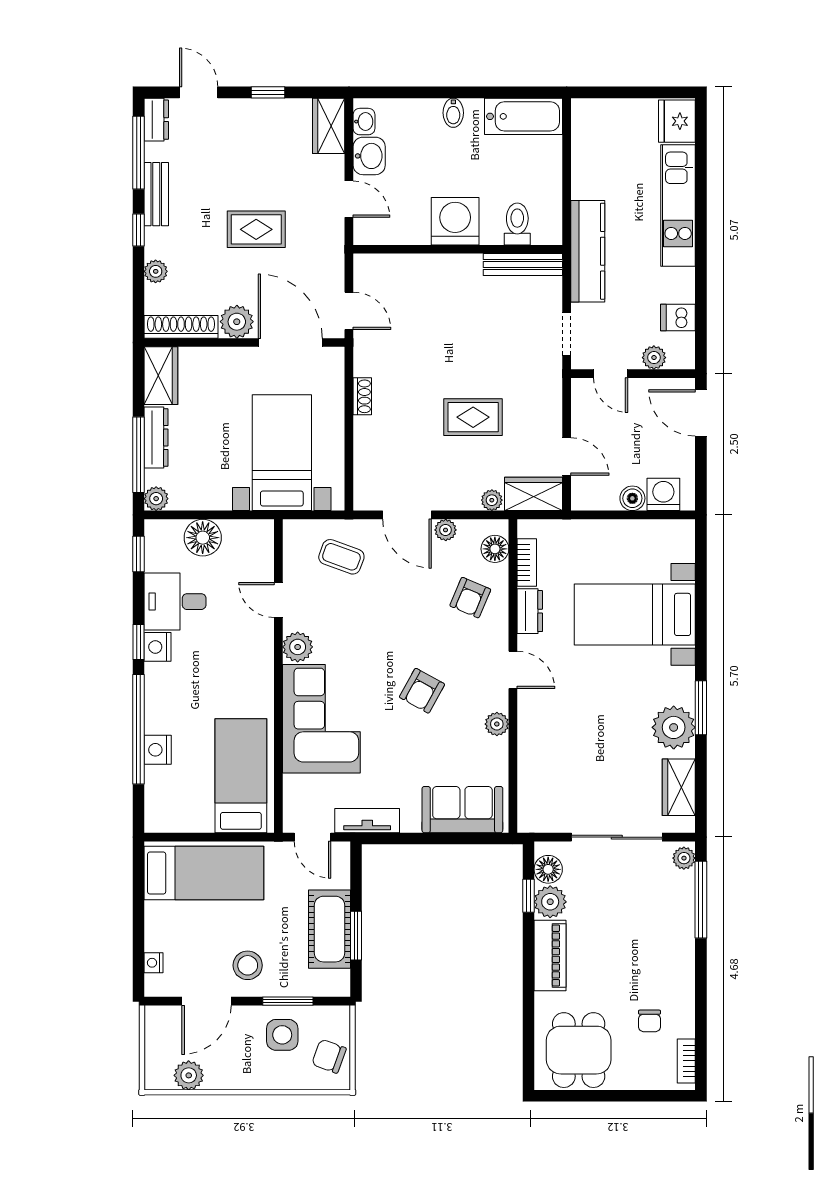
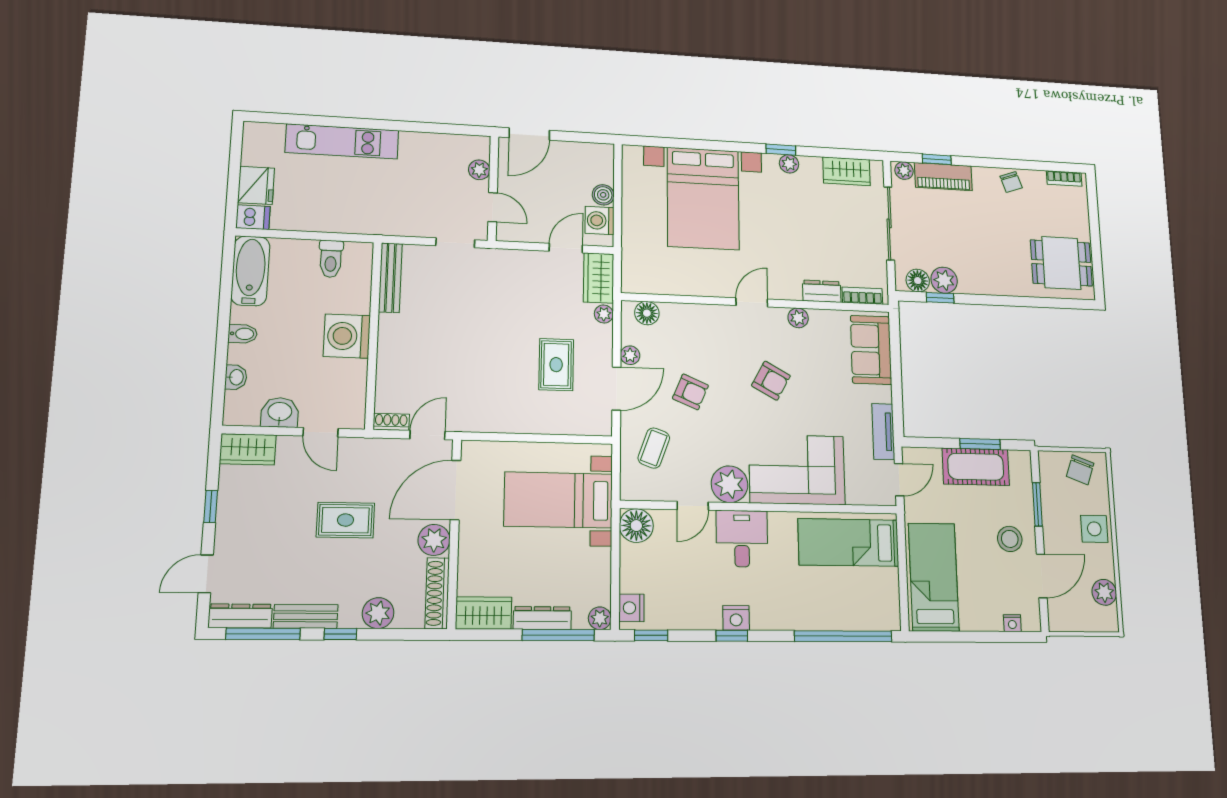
dresser: (156, 120) -> (240, 616), width x1.44
fridge: (677, 121) -> (256, 185), moved, turned -90
washbasin: (364, 122) -> (236, 377), moved, turned 90
door: (349, 199) -> (321, 432), swing flipped
toilet: (517, 224) -> (331, 259), moved, turned -90
rug: (256, 229) -> (345, 520), turned 90
kitchen counter: (588, 251) -> (381, 221), removed
plant: (156, 271) -> (378, 613), width x1.38, depth x1.38
dishwasher: (678, 318) -> (253, 217), moved, turned -90
door: (611, 374) -> (493, 207), hinge flipped
shoe rack: (362, 396) -> (391, 422), moved
rug: (473, 417) -> (556, 365), moved
washing machine: (663, 494) -> (600, 221), moved
floor lamp: (203, 538) -> (636, 526), moved
bookcase: (527, 562) -> (862, 296), moved
armchair: (470, 598) -> (690, 392), moved
desk: (175, 602) -> (742, 539), moved, turned 180
dresser: (530, 611) -> (822, 291), moved
bed with nightstands: (635, 614) -> (703, 198), width x1.36
plant: (298, 647) -> (730, 484), width x1.36, depth x1.36
window: (701, 708) -> (781, 150), width x0.67
plant: (674, 727) -> (789, 164), width x0.53, depth x0.53
window: (138, 729) -> (843, 636), moved
nightstand: (158, 750) -> (631, 608), moved, turned 90
window: (701, 900) -> (937, 159), width x0.46
piano: (550, 956) -> (943, 177), moved, turned 180
door: (206, 1001) -> (1042, 576), hinge flipped
chair: (649, 1021) -> (1011, 182), moved, turned 71
side table: (282, 1035) -> (1094, 529), moved

